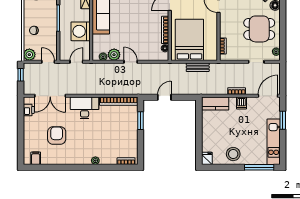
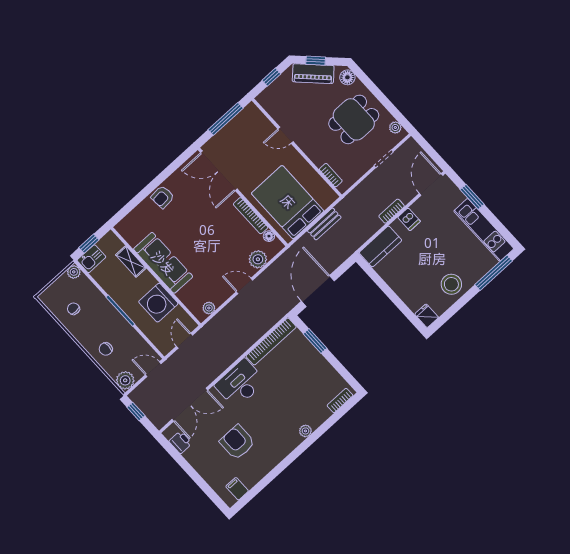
plant: (114, 55) -> (258, 259), moved
door: (164, 97) -> (318, 291), width x1.87

